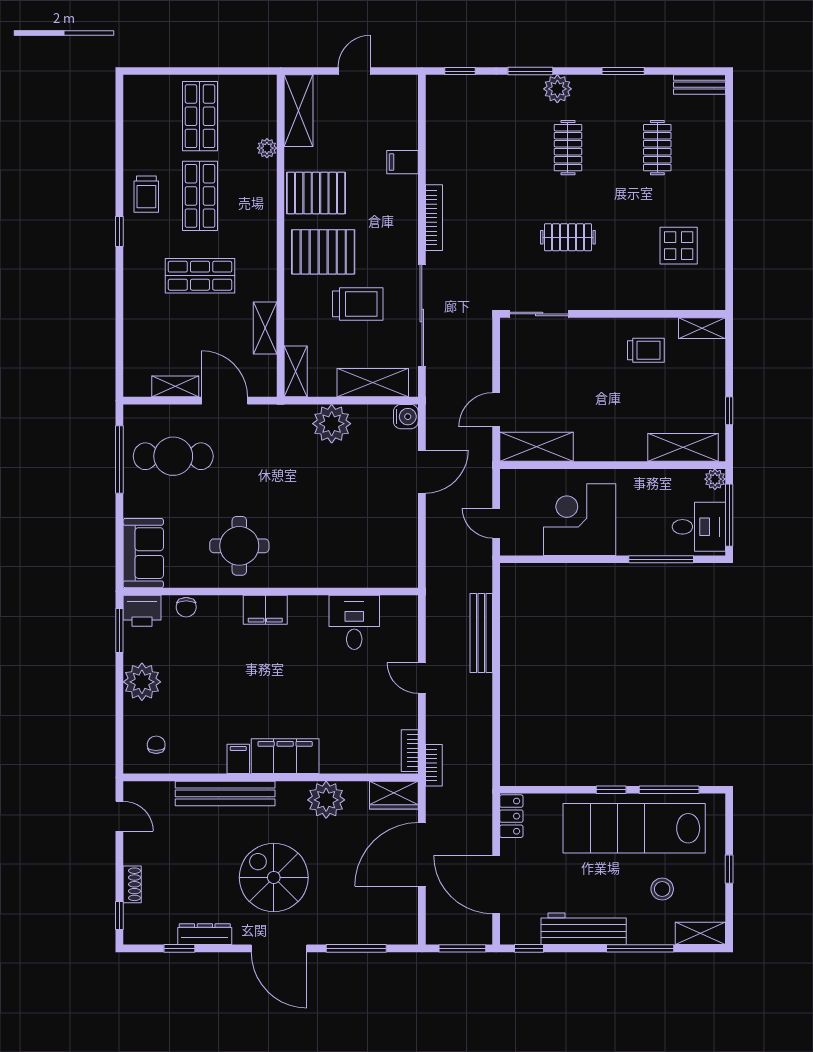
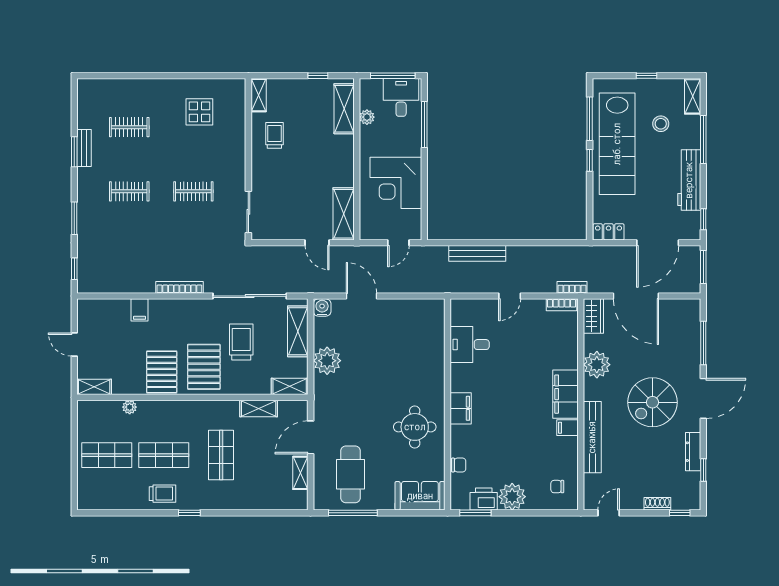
bench: (700, 85) -> (84, 148), moved
plant: (557, 89) -> (87, 199), removed
shelving: (299, 111) -> (94, 387), width x0.67, depth x0.75
clothes rail: (568, 237) -> (193, 191), turned 90
plant: (715, 479) -> (367, 117), moved
printer: (142, 611) -> (484, 499), moved, turned -90

